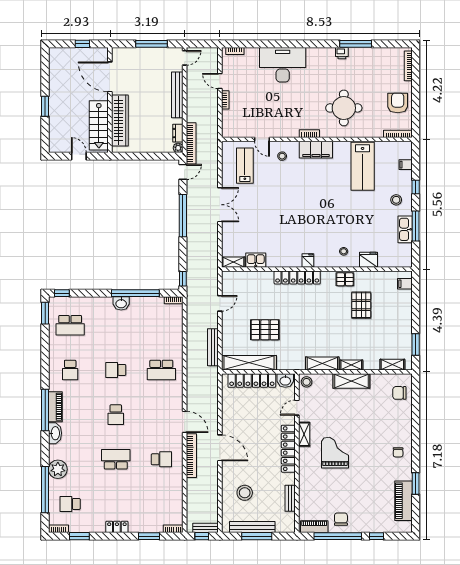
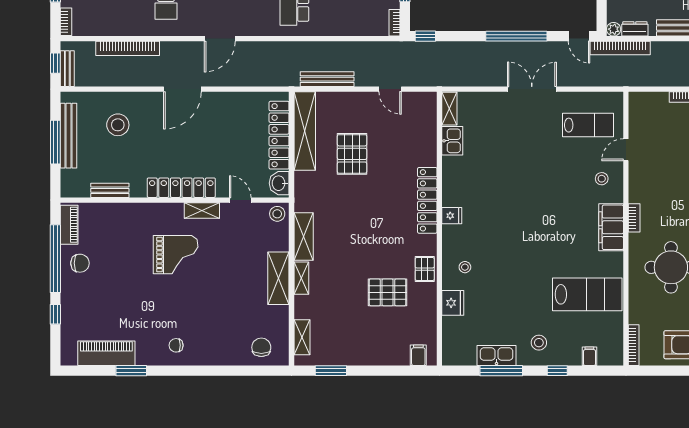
lab bench: (363, 166) -> (587, 294), turned 180
double door: (220, 205) -> (532, 89), swing flipped
bookcase: (191, 456) -> (128, 48), moved

